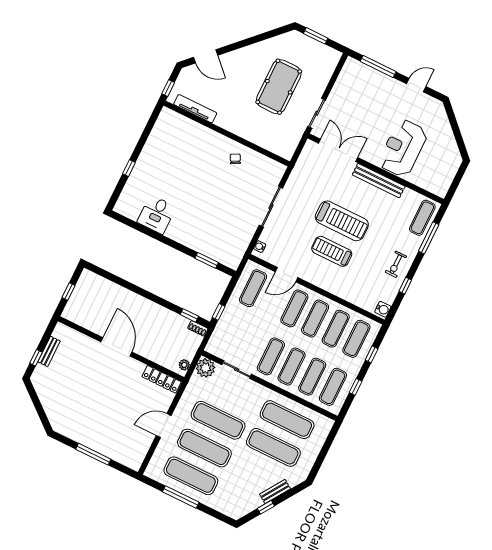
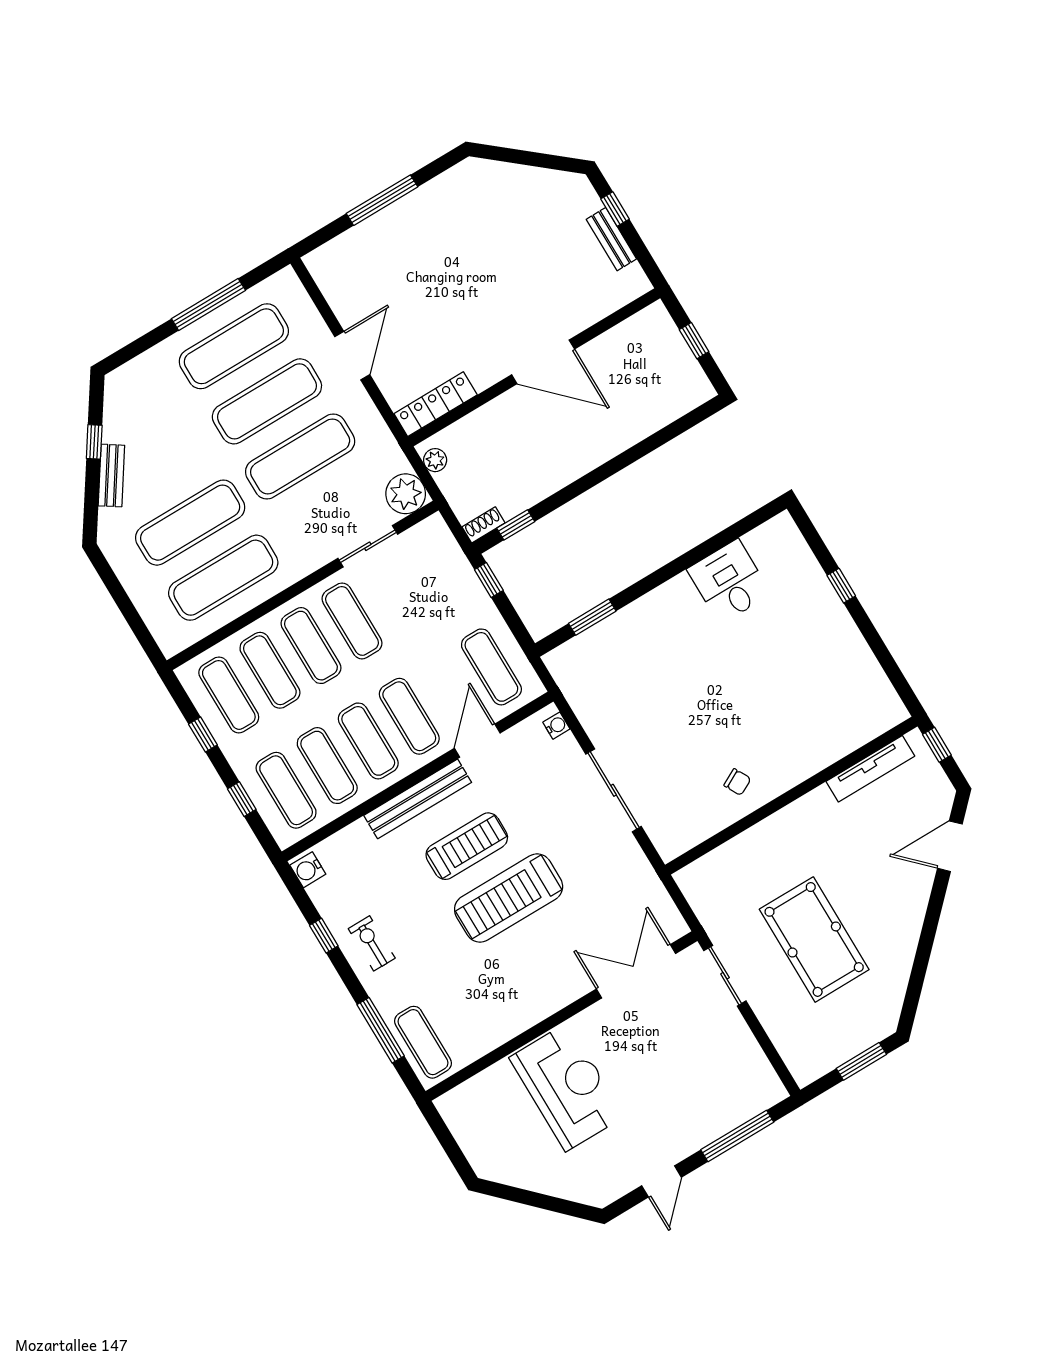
double door: (338, 150) -> (636, 971), swing flipped
bench: (379, 181) -> (418, 799), moved

